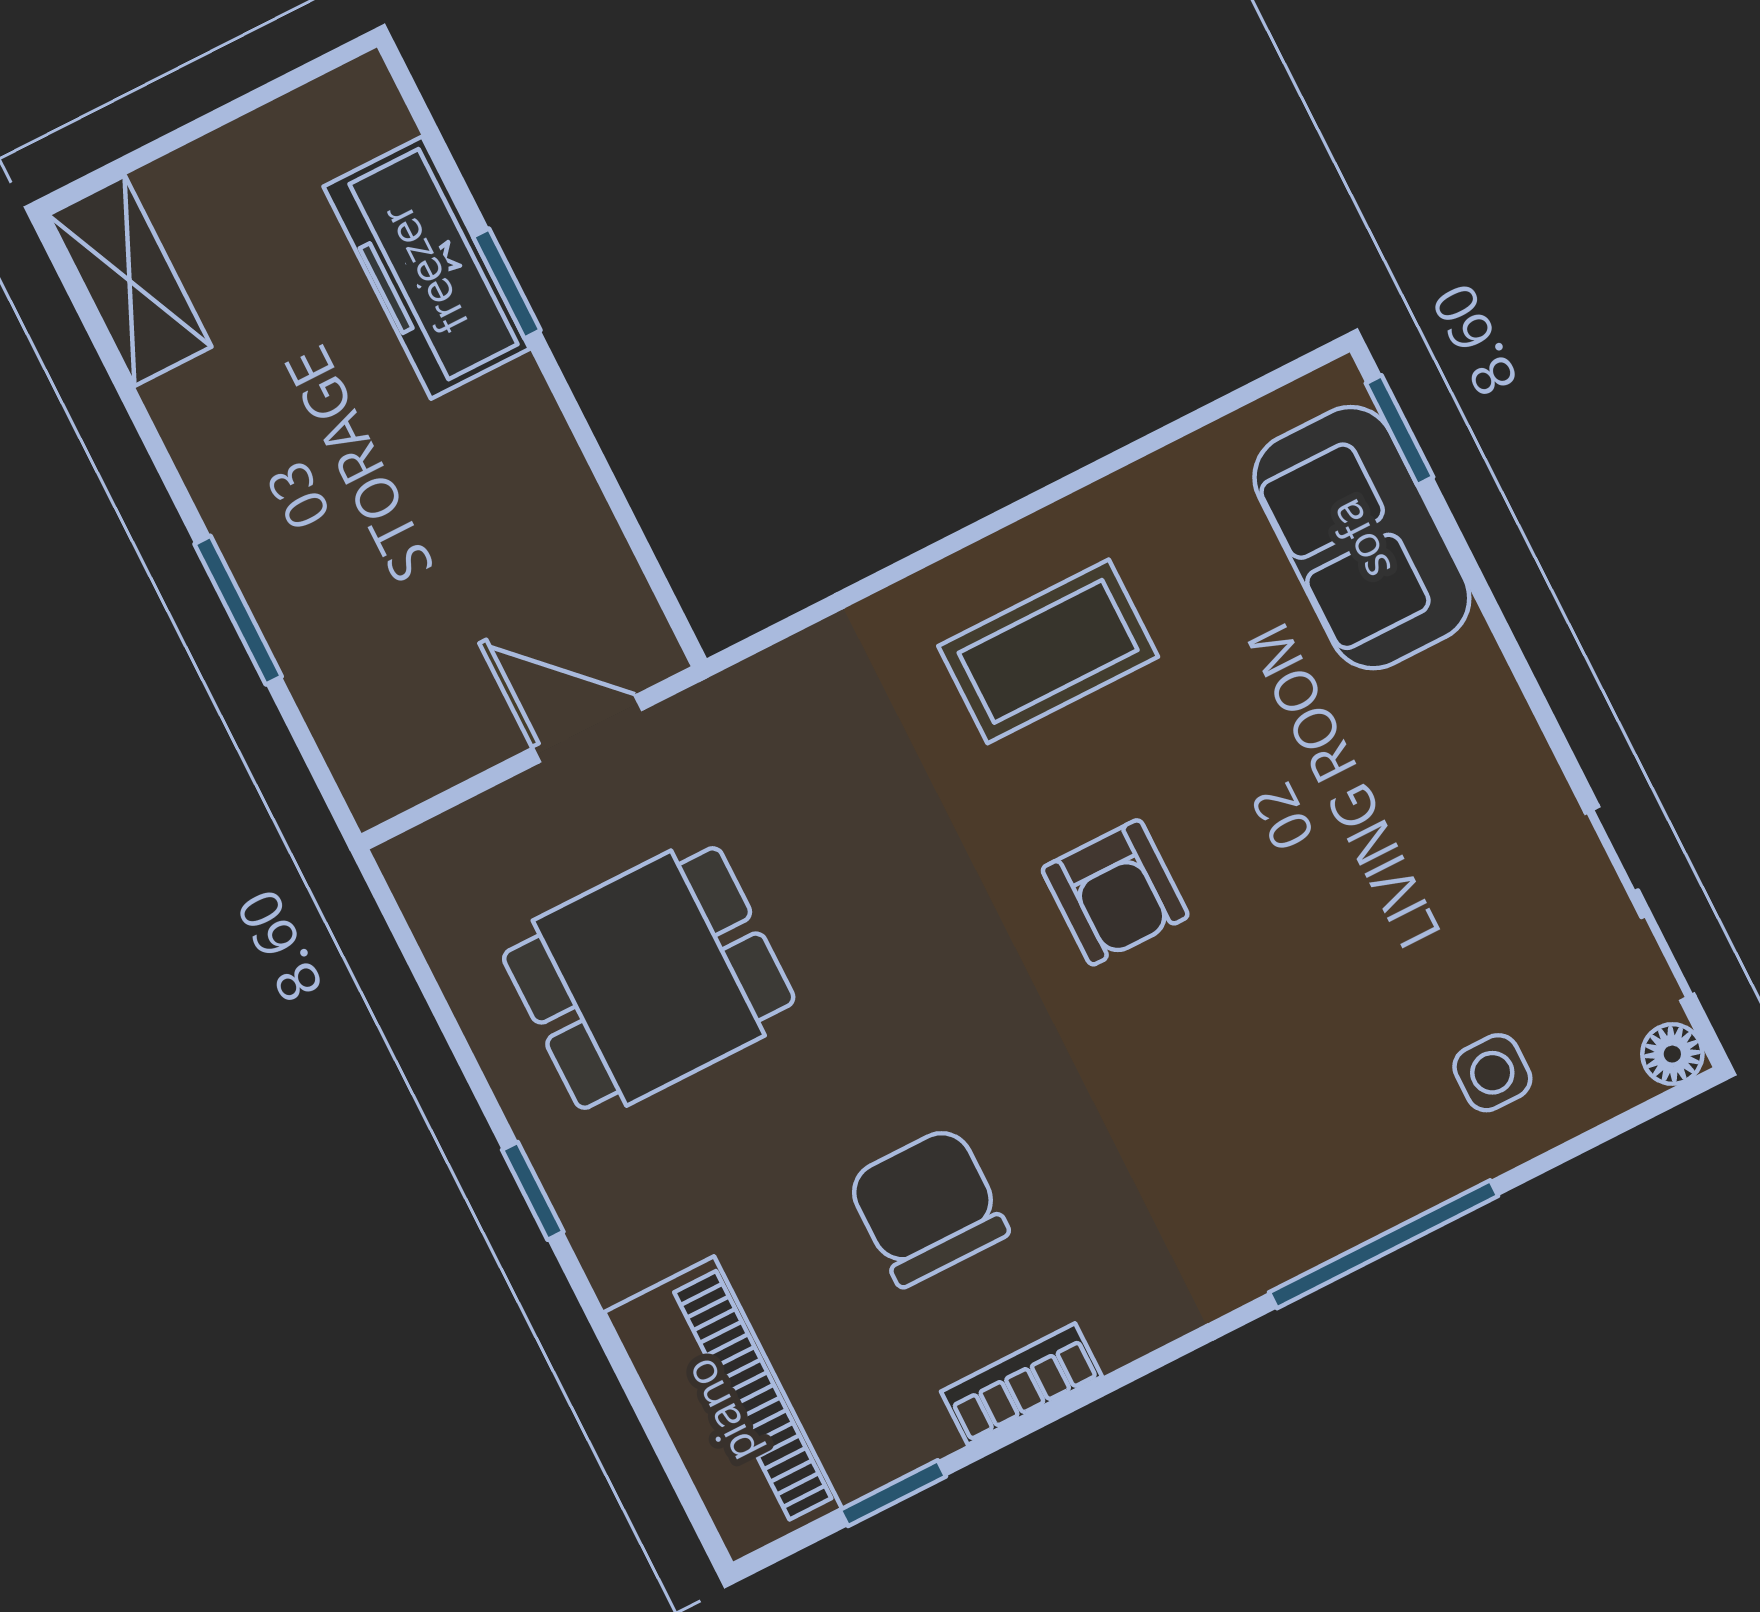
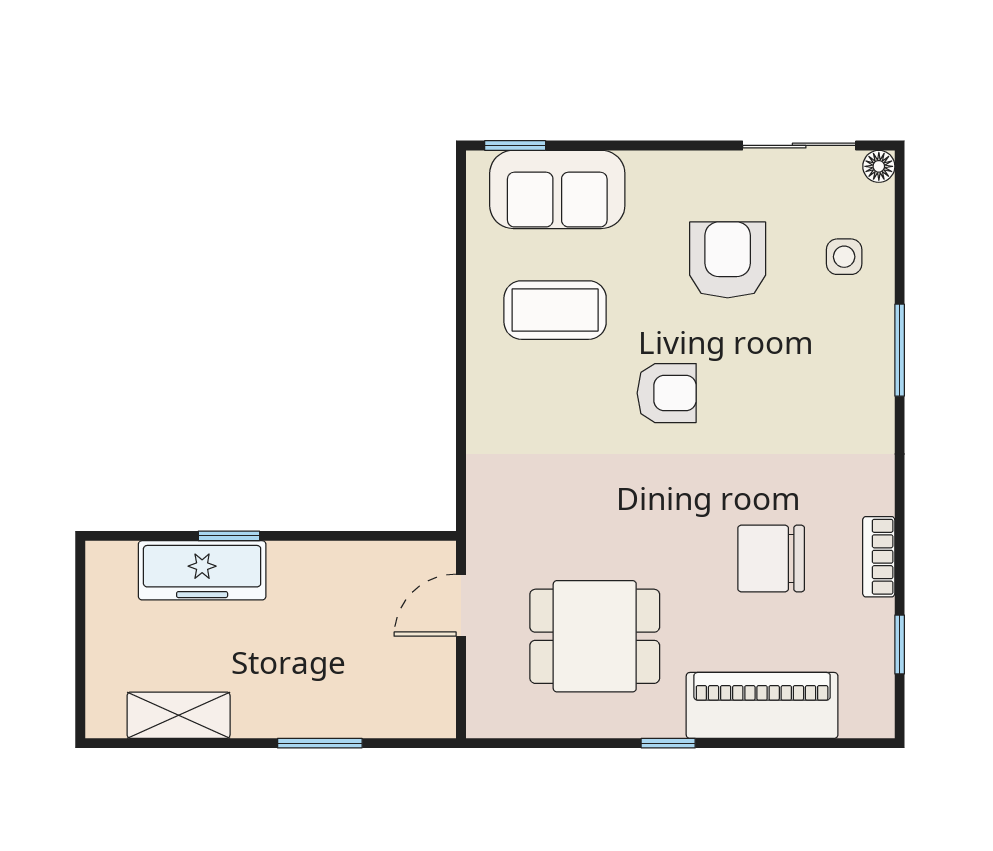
shelving: (130, 281) -> (179, 715), moved
coffee table: (1048, 651) -> (555, 310), moved, turned 90
armchair: (1389, 881) -> (728, 260), added
dining table: (649, 978) -> (595, 636), turned 90
window: (1384, 1244) -> (900, 350), width x0.69
piano: (723, 1410) -> (762, 705), moved

